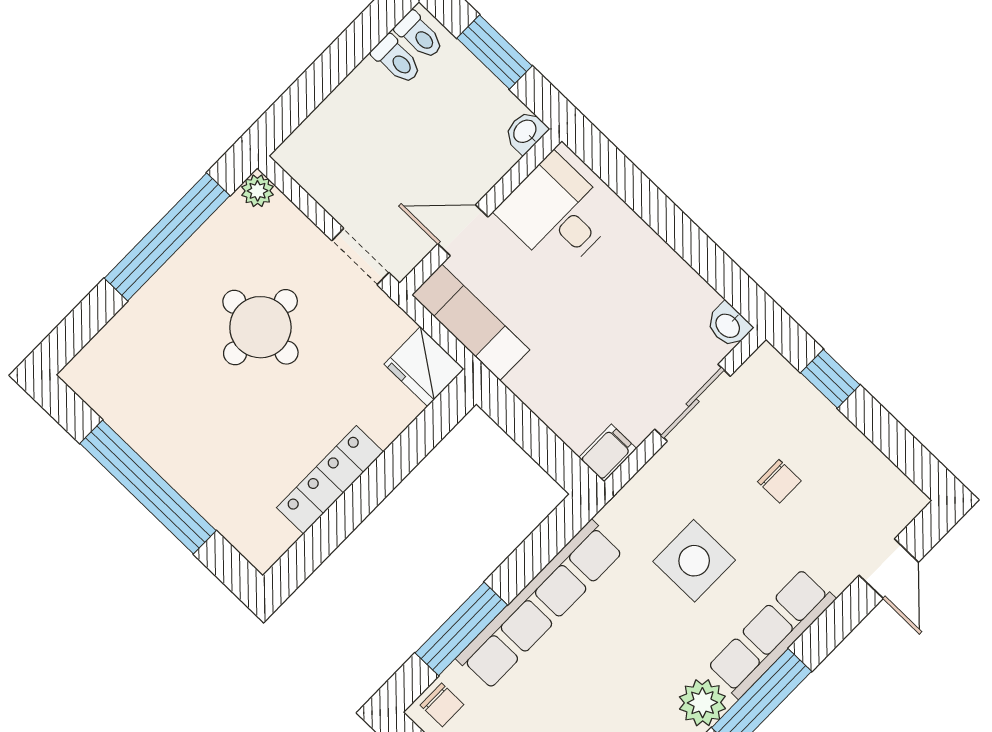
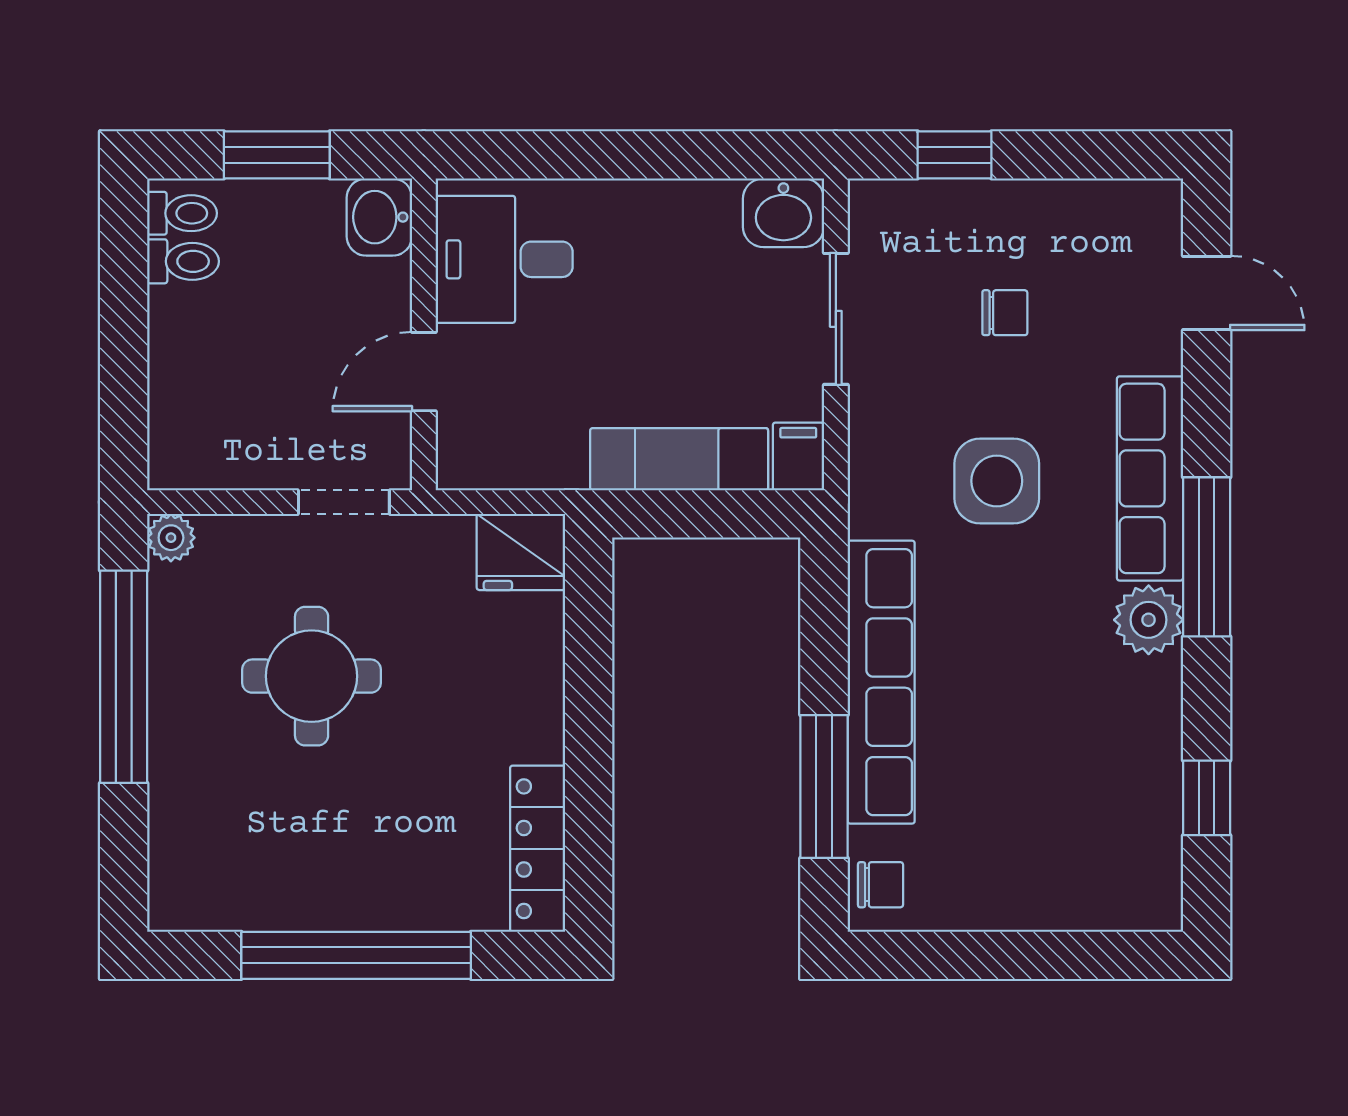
washbasin: (526, 132) -> (379, 217), width x1.38, depth x1.45
exam couch: (471, 322) -> (679, 459), moved
washbasin: (728, 325) -> (783, 213), width x1.38, depth x1.45
locker: (330, 480) -> (538, 849), moved

